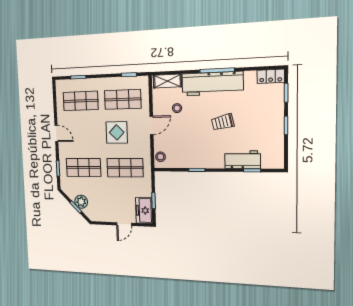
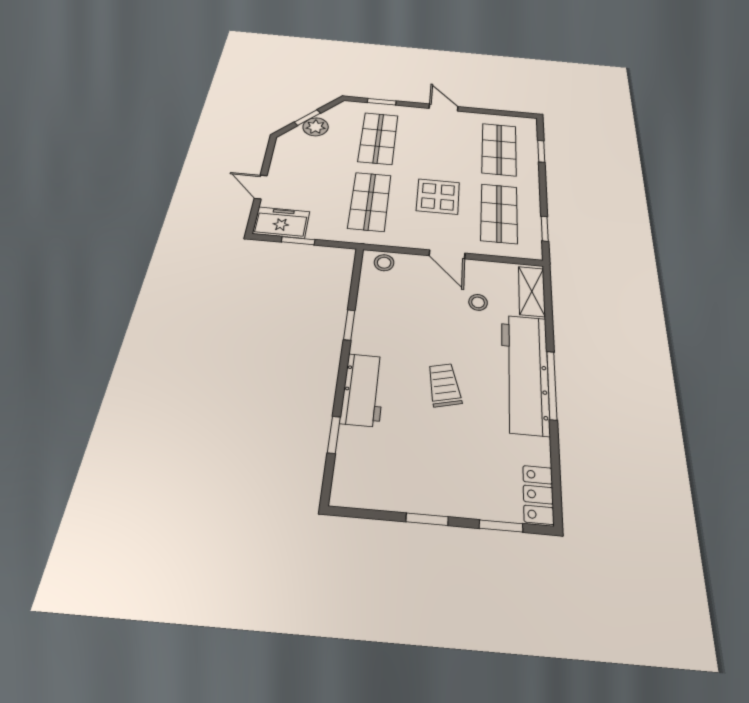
door: (56, 133) -> (444, 107), swing flipped
workbench: (242, 160) -> (363, 390), moved

